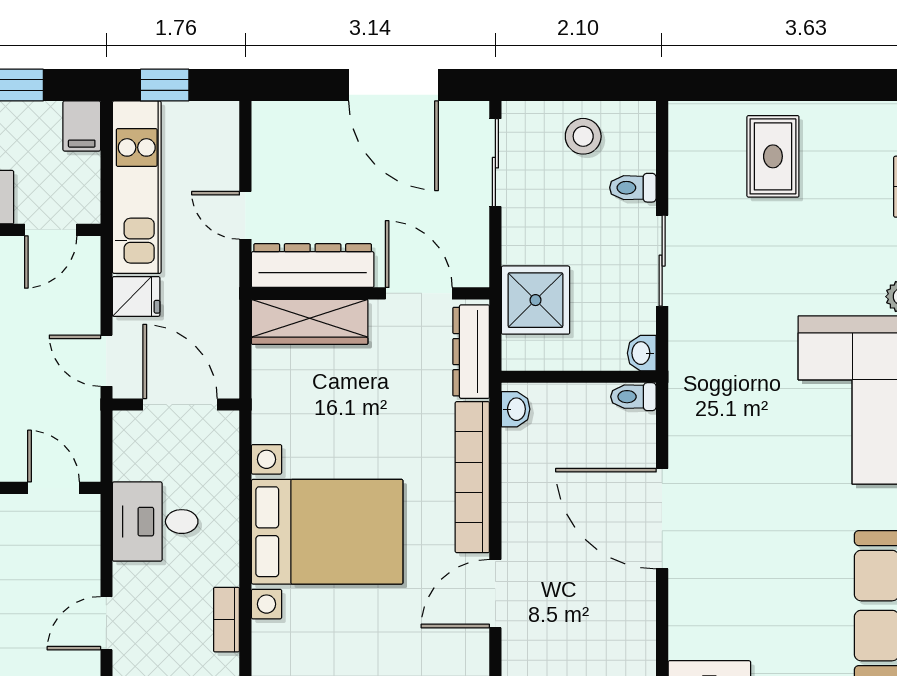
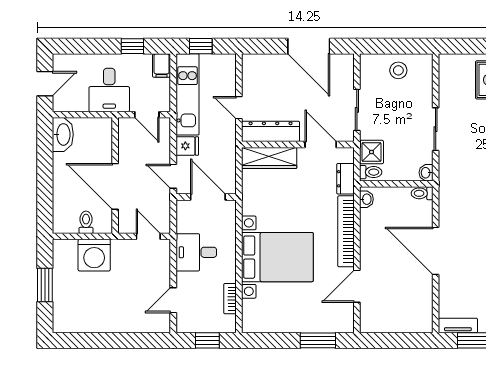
sliding door: (495, 163) -> (357, 110), moved
toilet: (633, 188) -> (371, 172), moved, turned 180
door: (51, 230) -> (147, 115), hinge flipped
shower: (535, 300) -> (372, 152), width x0.73, depth x0.73
dresser: (471, 352) -> (345, 179), width x0.70

